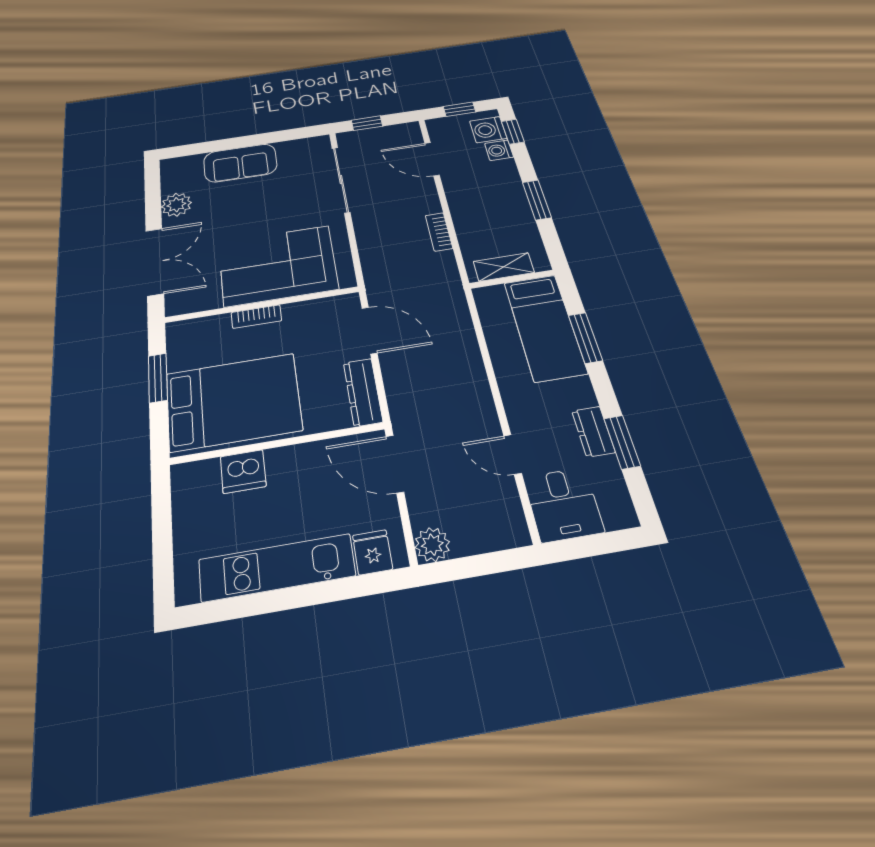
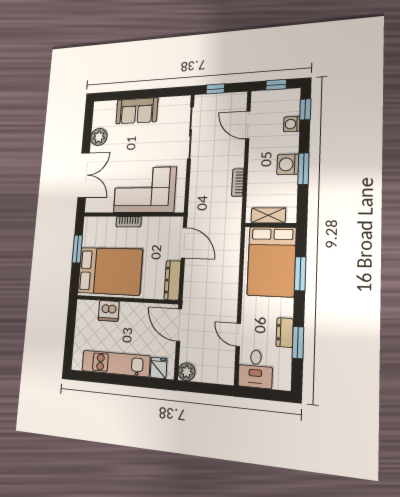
washing machine: (488, 130) -> (288, 164), moved
bed: (545, 327) -> (272, 261), width x1.50

